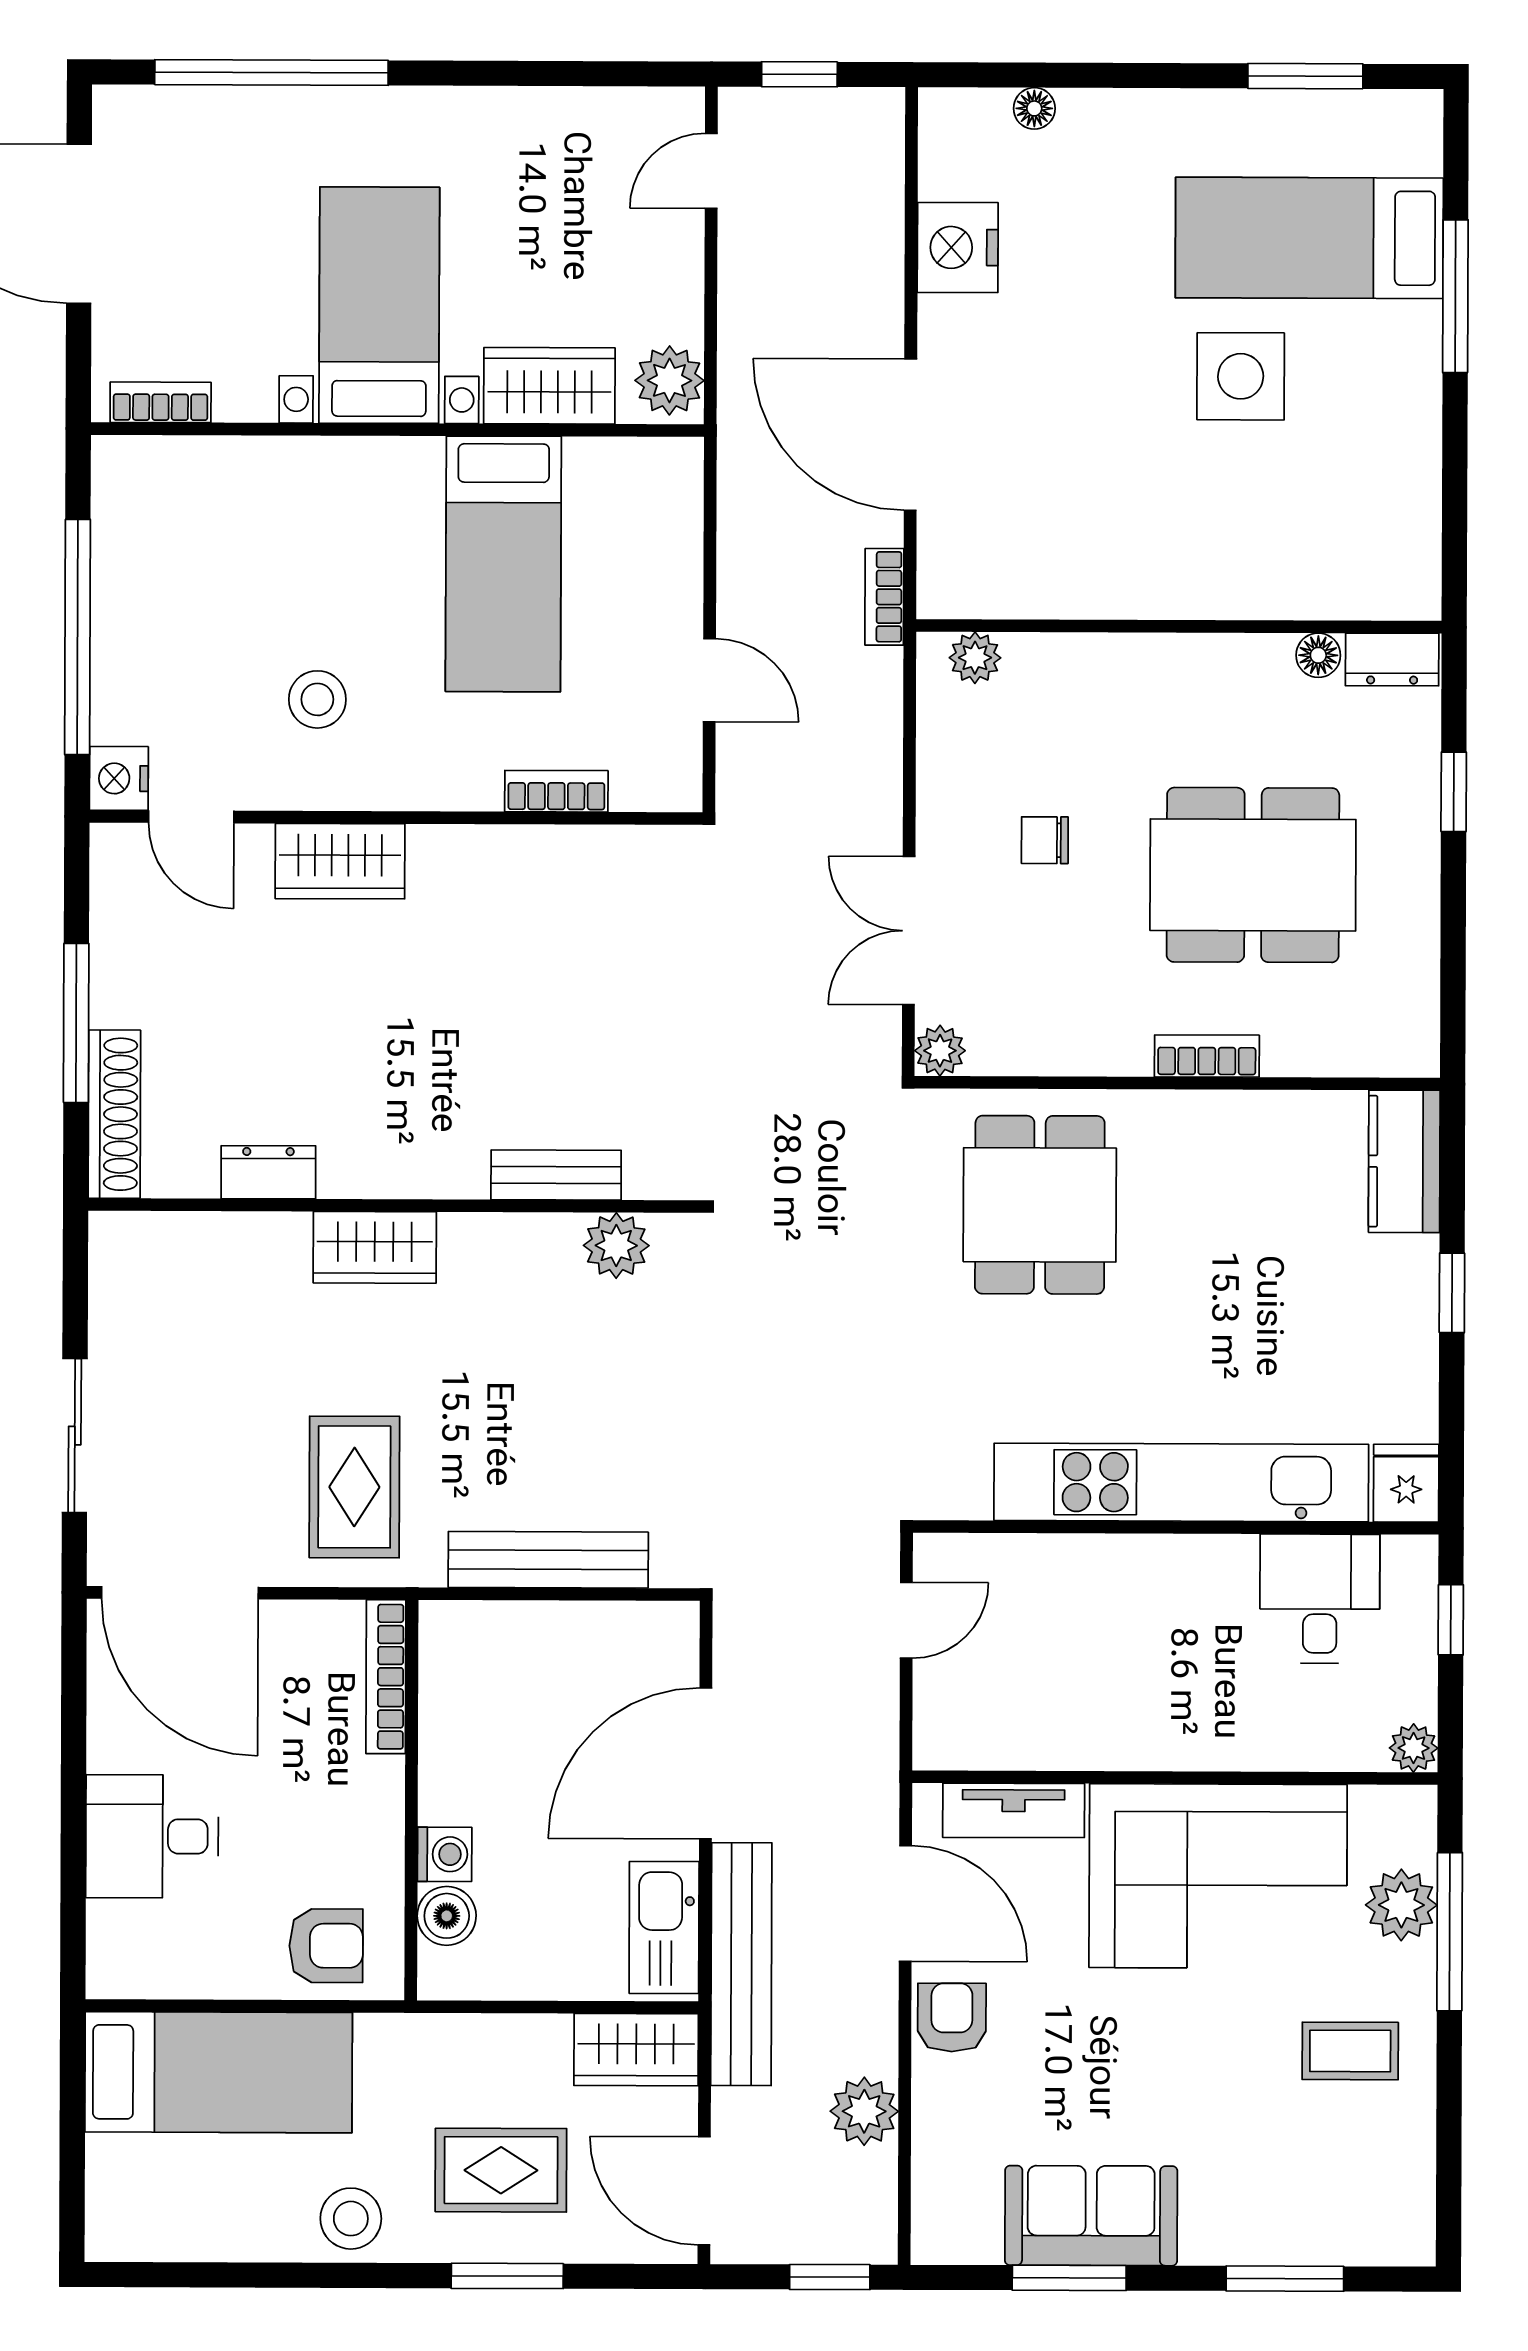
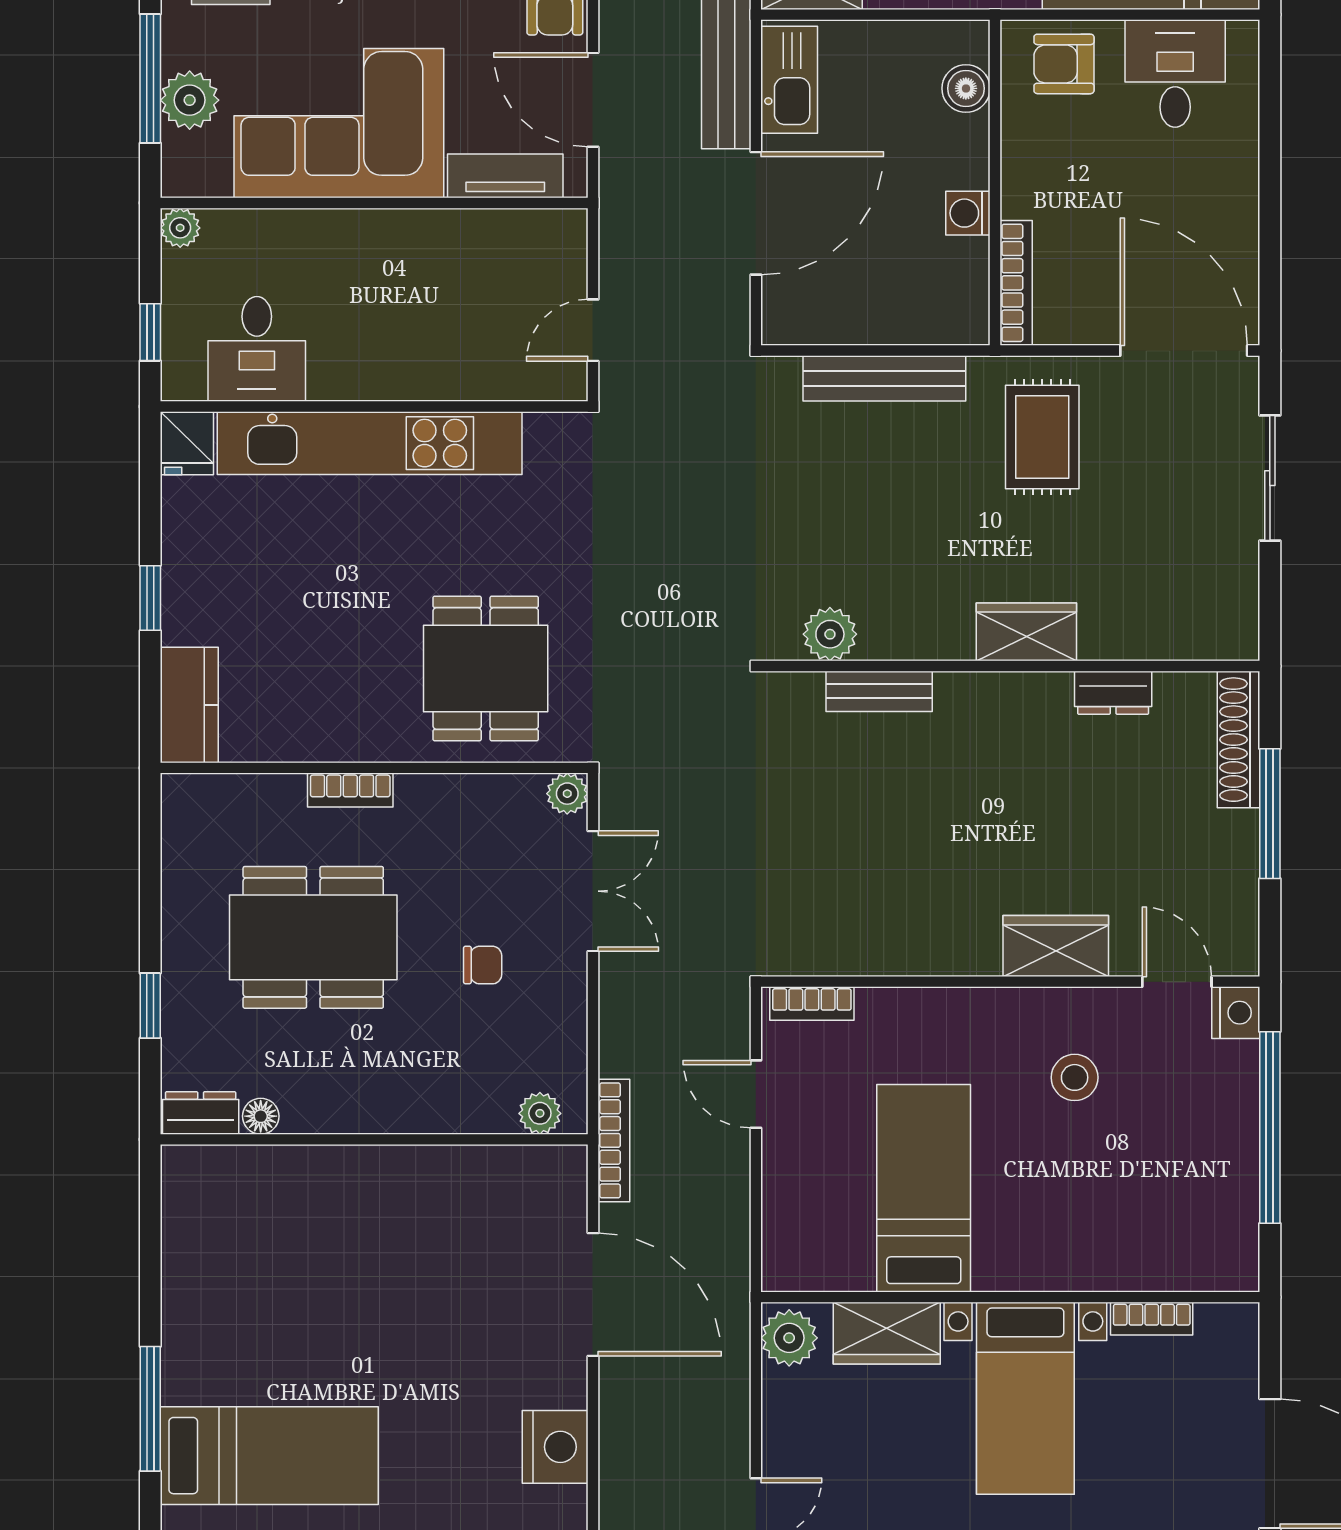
side table: (1241, 376) -> (325, 1343), removed
bookcase: (161, 402) -> (1152, 1319), moved
bookcase: (884, 597) -> (614, 1140), width x1.56
bookcase: (556, 791) -> (812, 1003), moved
desk: (152, 1836) -> (1175, 74), moved, turned -90
washing machine: (445, 1854) -> (968, 213), moved

